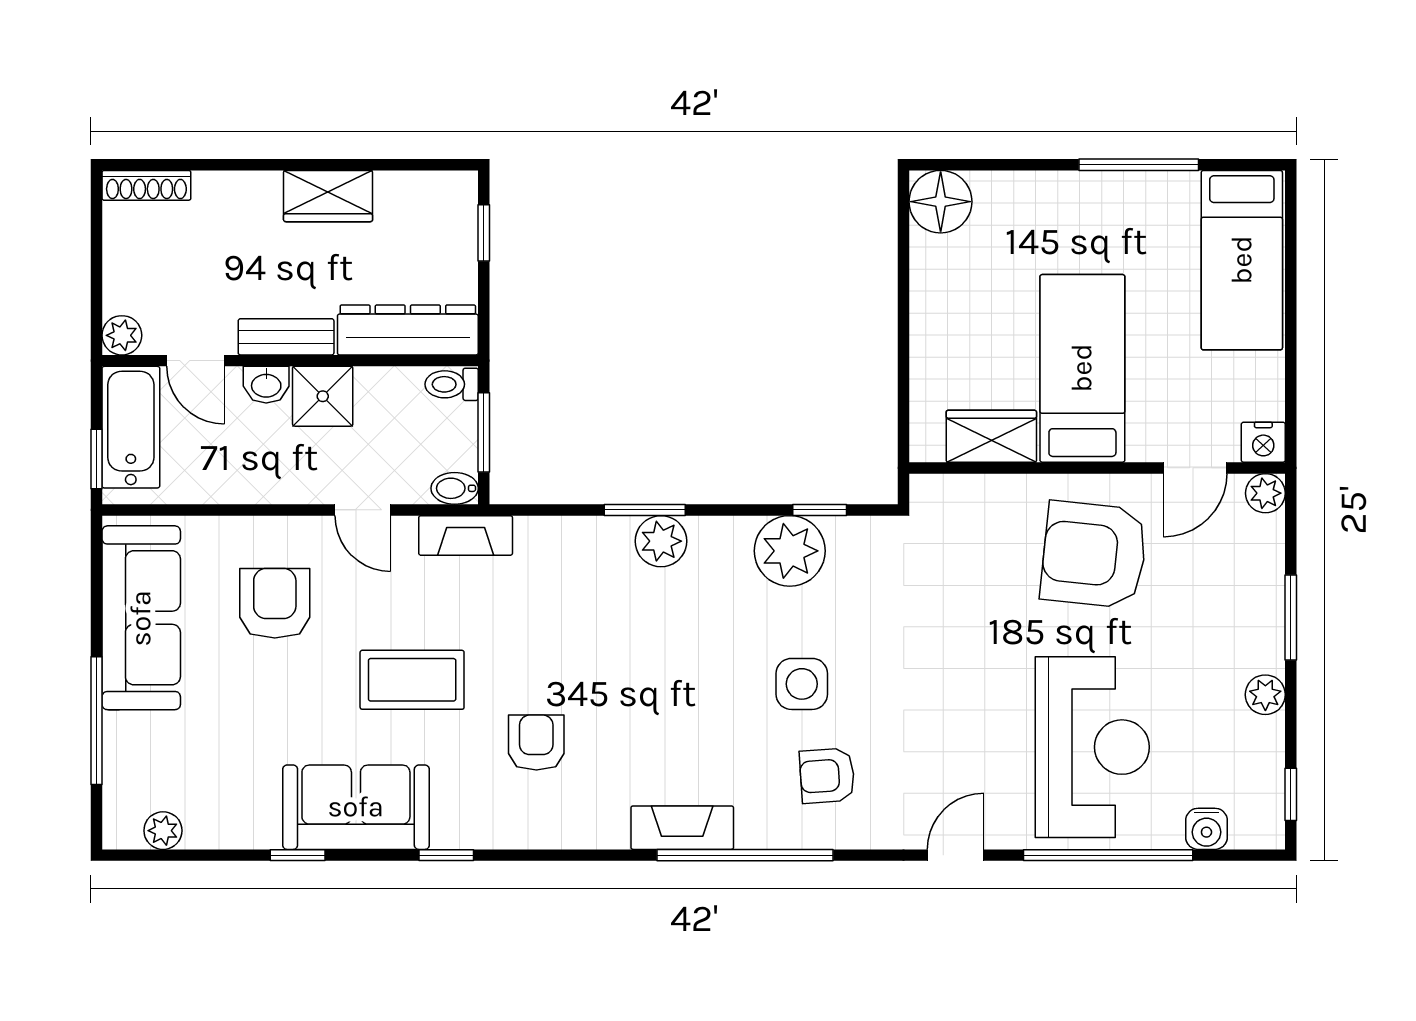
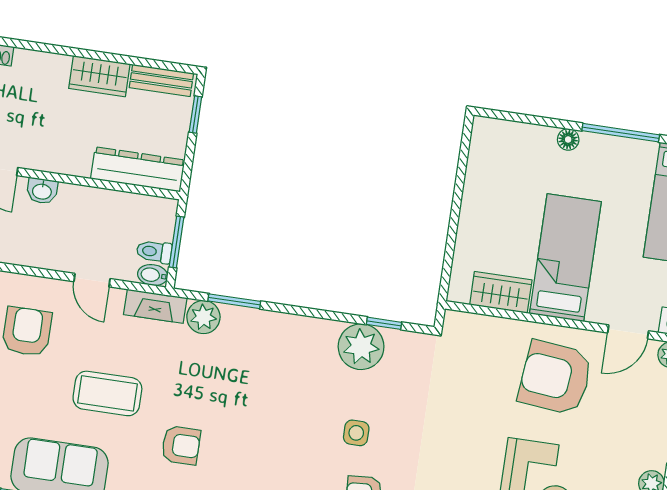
floor lamp: (941, 202) -> (568, 139), moved, width x0.53, depth x0.53
bench: (286, 337) -> (161, 80), moved
toilet: (452, 384) -> (154, 252), moved
shower: (323, 396) -> (77, 204), removed
window: (645, 510) -> (234, 301), moved
plant: (661, 541) -> (203, 317), moved
side table: (802, 684) -> (356, 433), width x0.73, depth x0.73
armchair: (536, 743) -> (181, 445), turned 90

